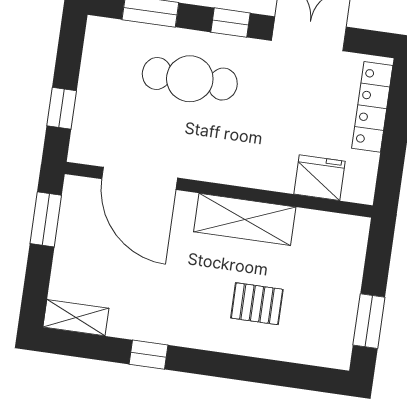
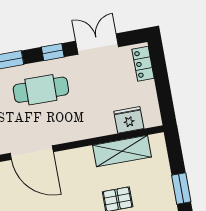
locker: (372, 107) -> (143, 64), width x0.66
shelving: (245, 219) -> (122, 151), moved

